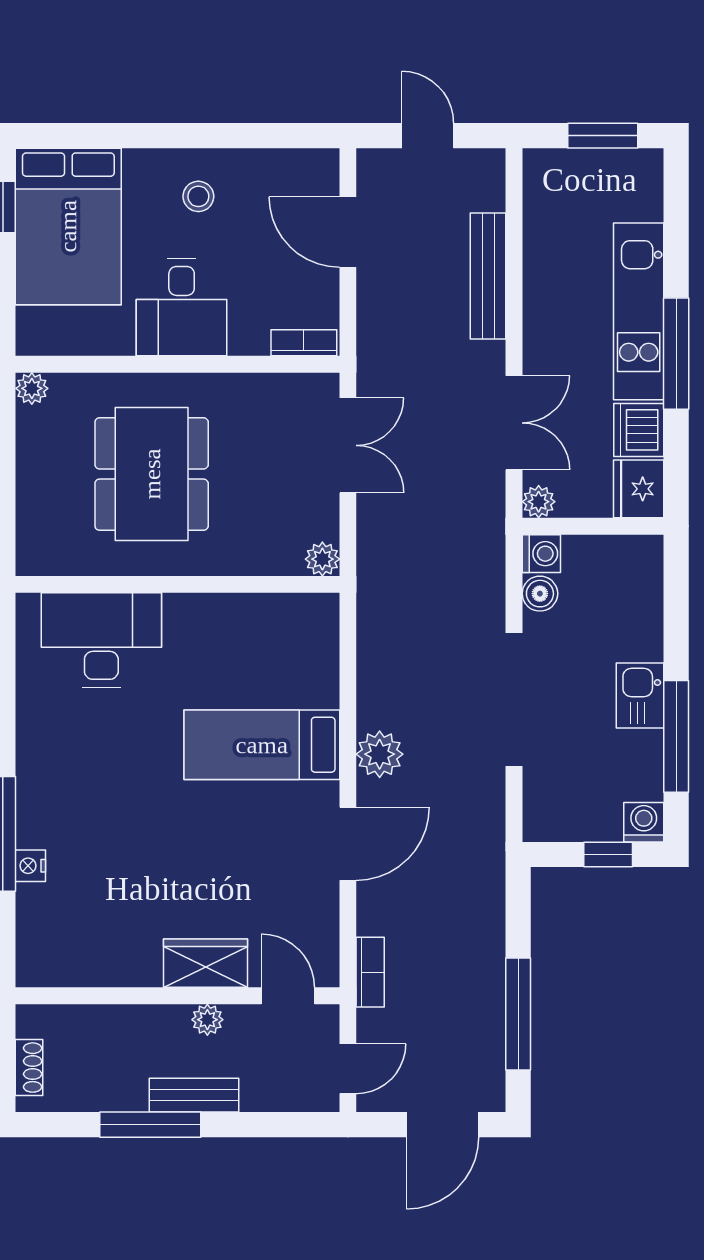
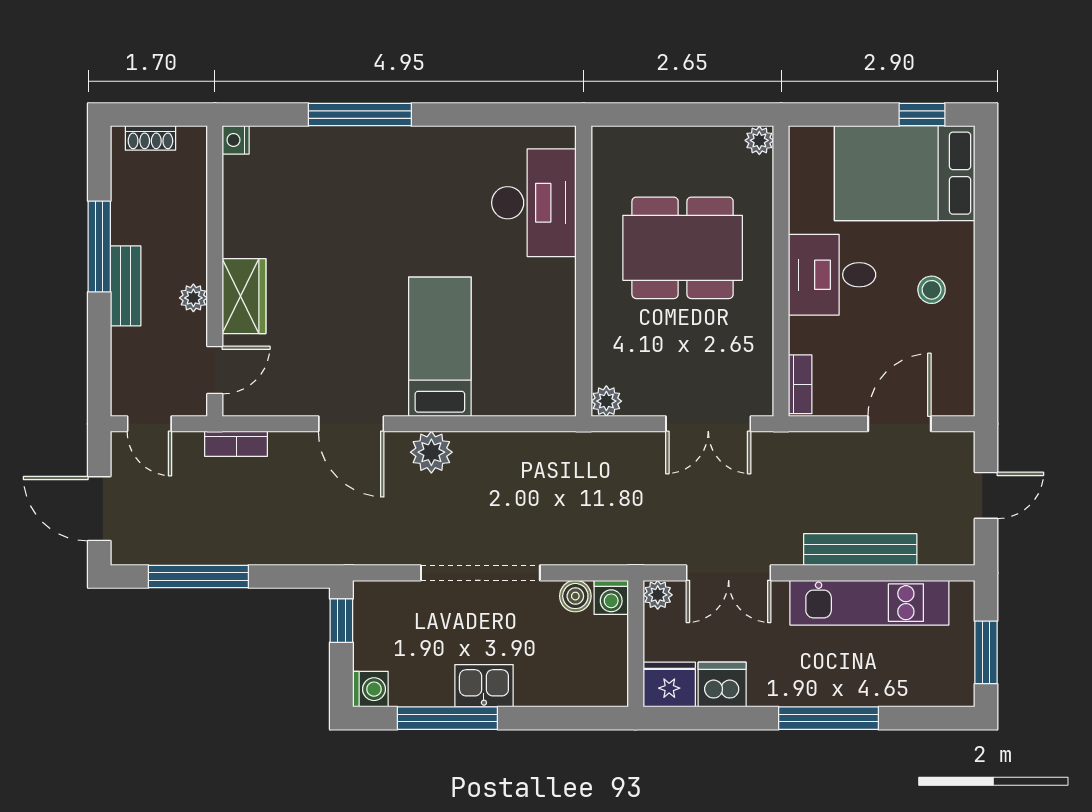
kitchen unit: (639, 311) -> (869, 603), moved, turned 180
window: (676, 354) -> (828, 718), moved
window: (608, 855) -> (341, 621), moved
nightstand: (30, 866) -> (236, 140), moved, turned -90

